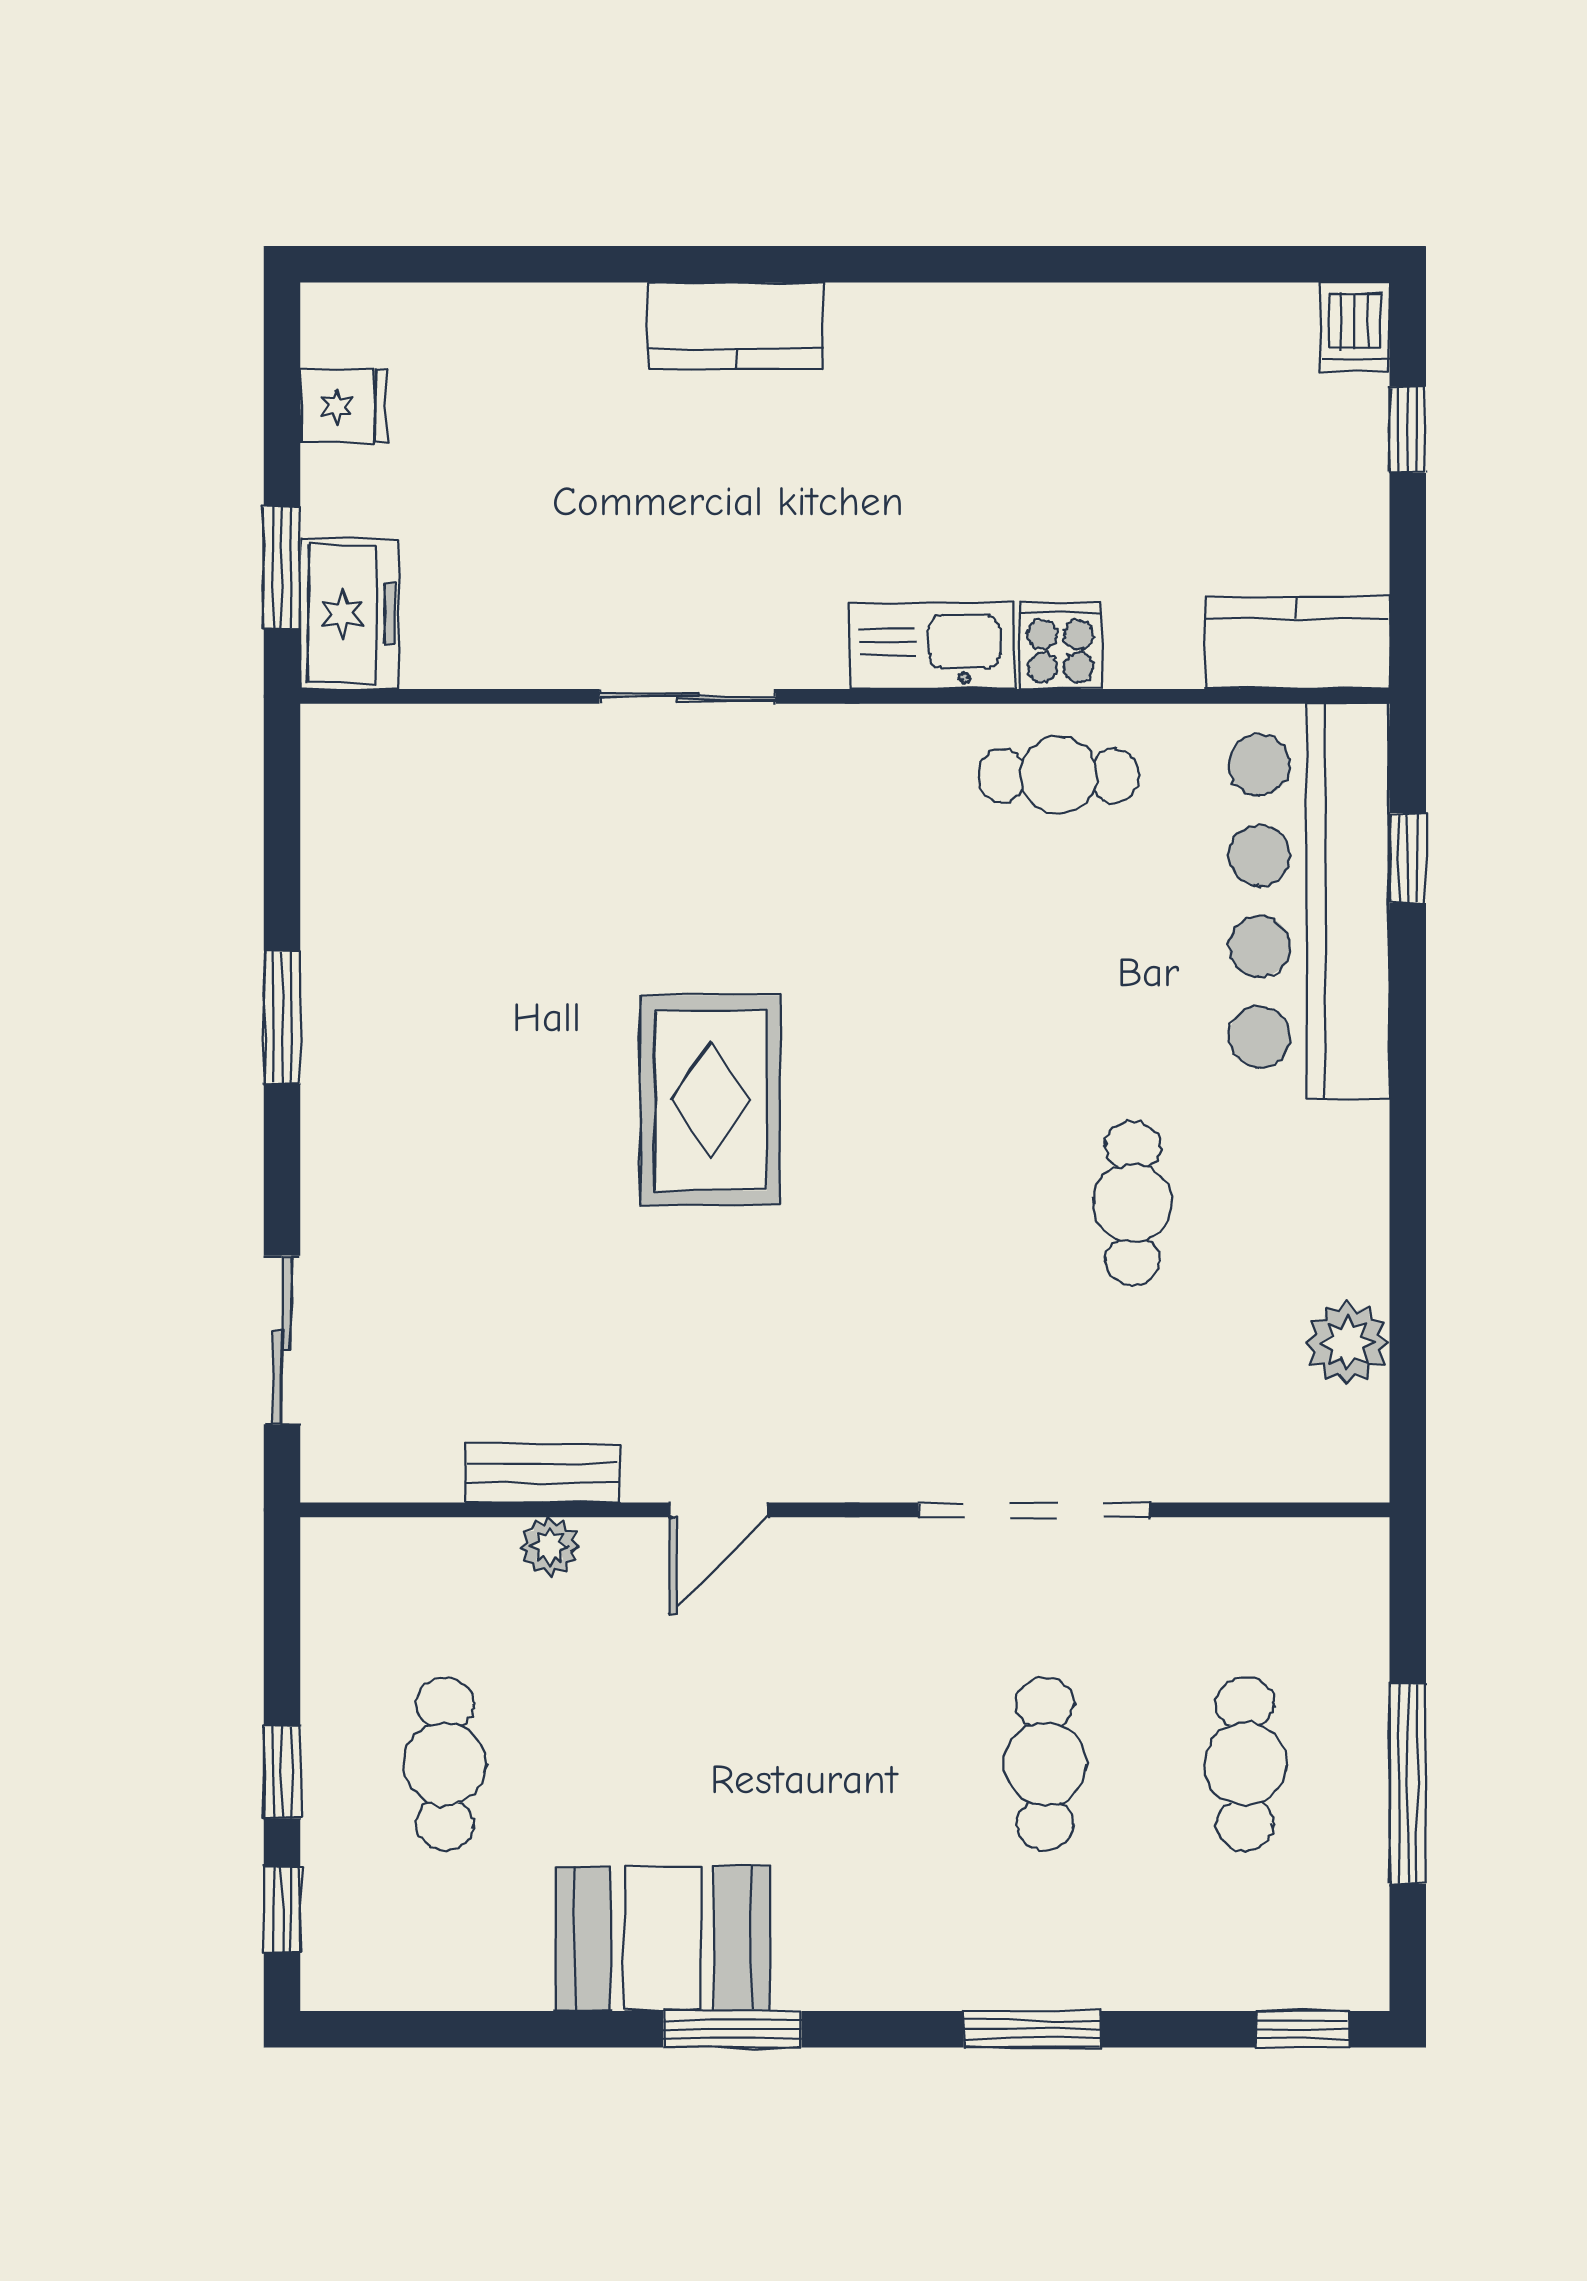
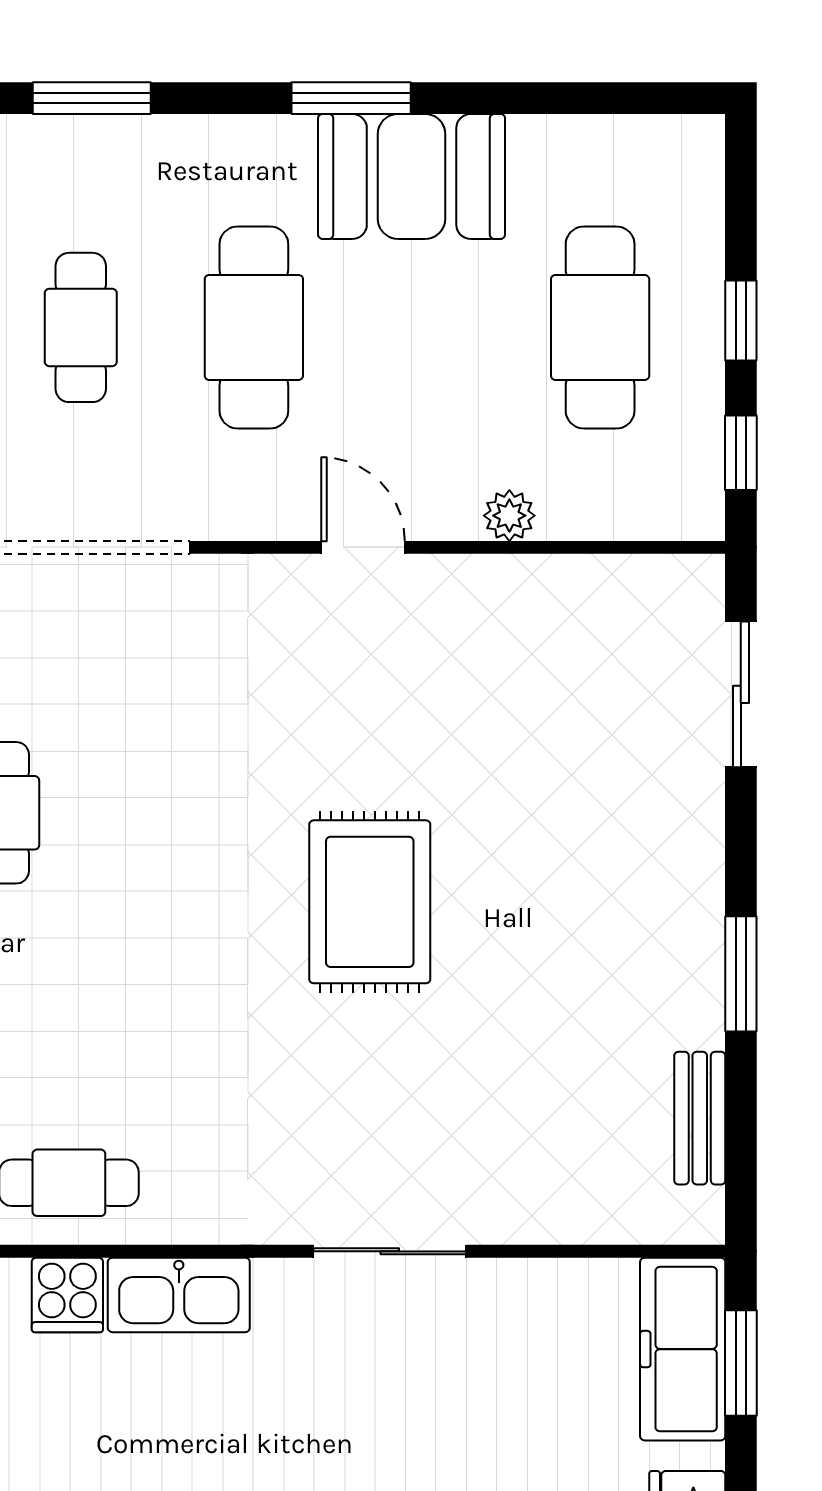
freezer: (349, 614) -> (683, 1349), width x1.40
bench: (542, 1473) -> (700, 1118), moved, turned 90
door: (719, 1510) -> (363, 547), hinge flipped
cafe table: (445, 1764) -> (600, 327), width x1.37, depth x1.35
cafe table: (845, 1764) -> (254, 327), added
window: (282, 1909) -> (741, 453), moved

